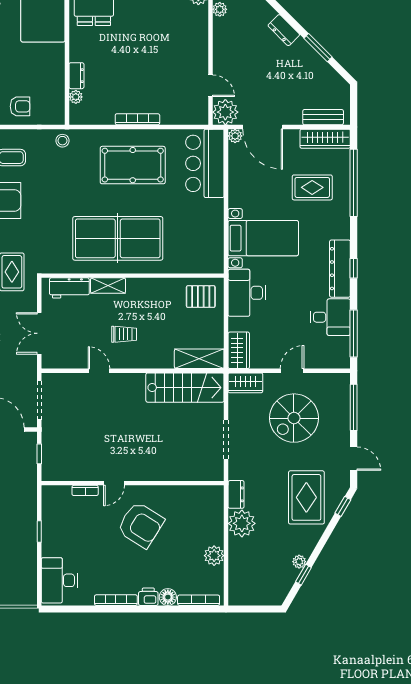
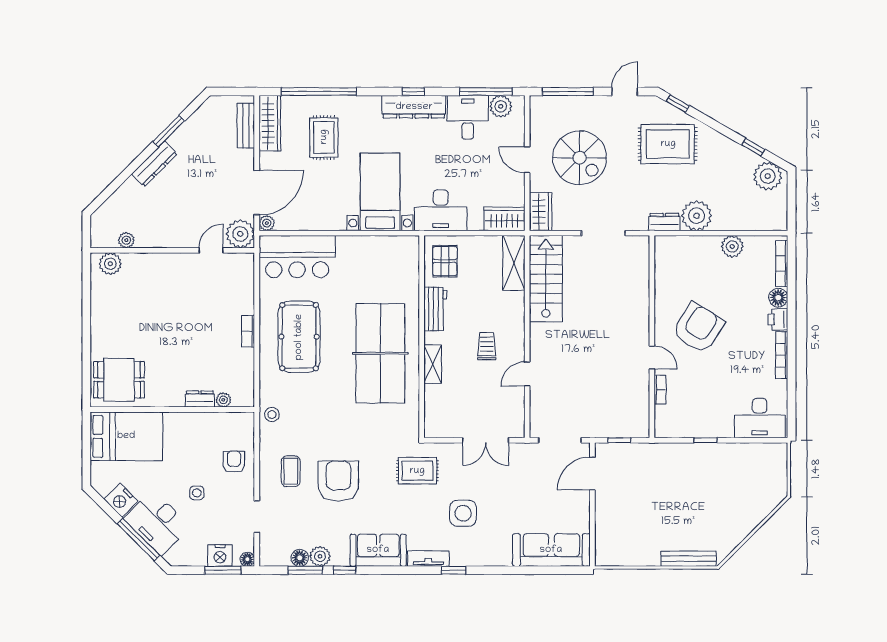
dresser: (284, 30) -> (154, 164), width x1.44
bookcase: (137, 119) -> (248, 331), width x0.64
workbench: (69, 288) -> (435, 309), moved
plant: (340, 347) -> (501, 106), added
plant: (299, 562) -> (768, 176), moved, width x1.88, depth x1.88

